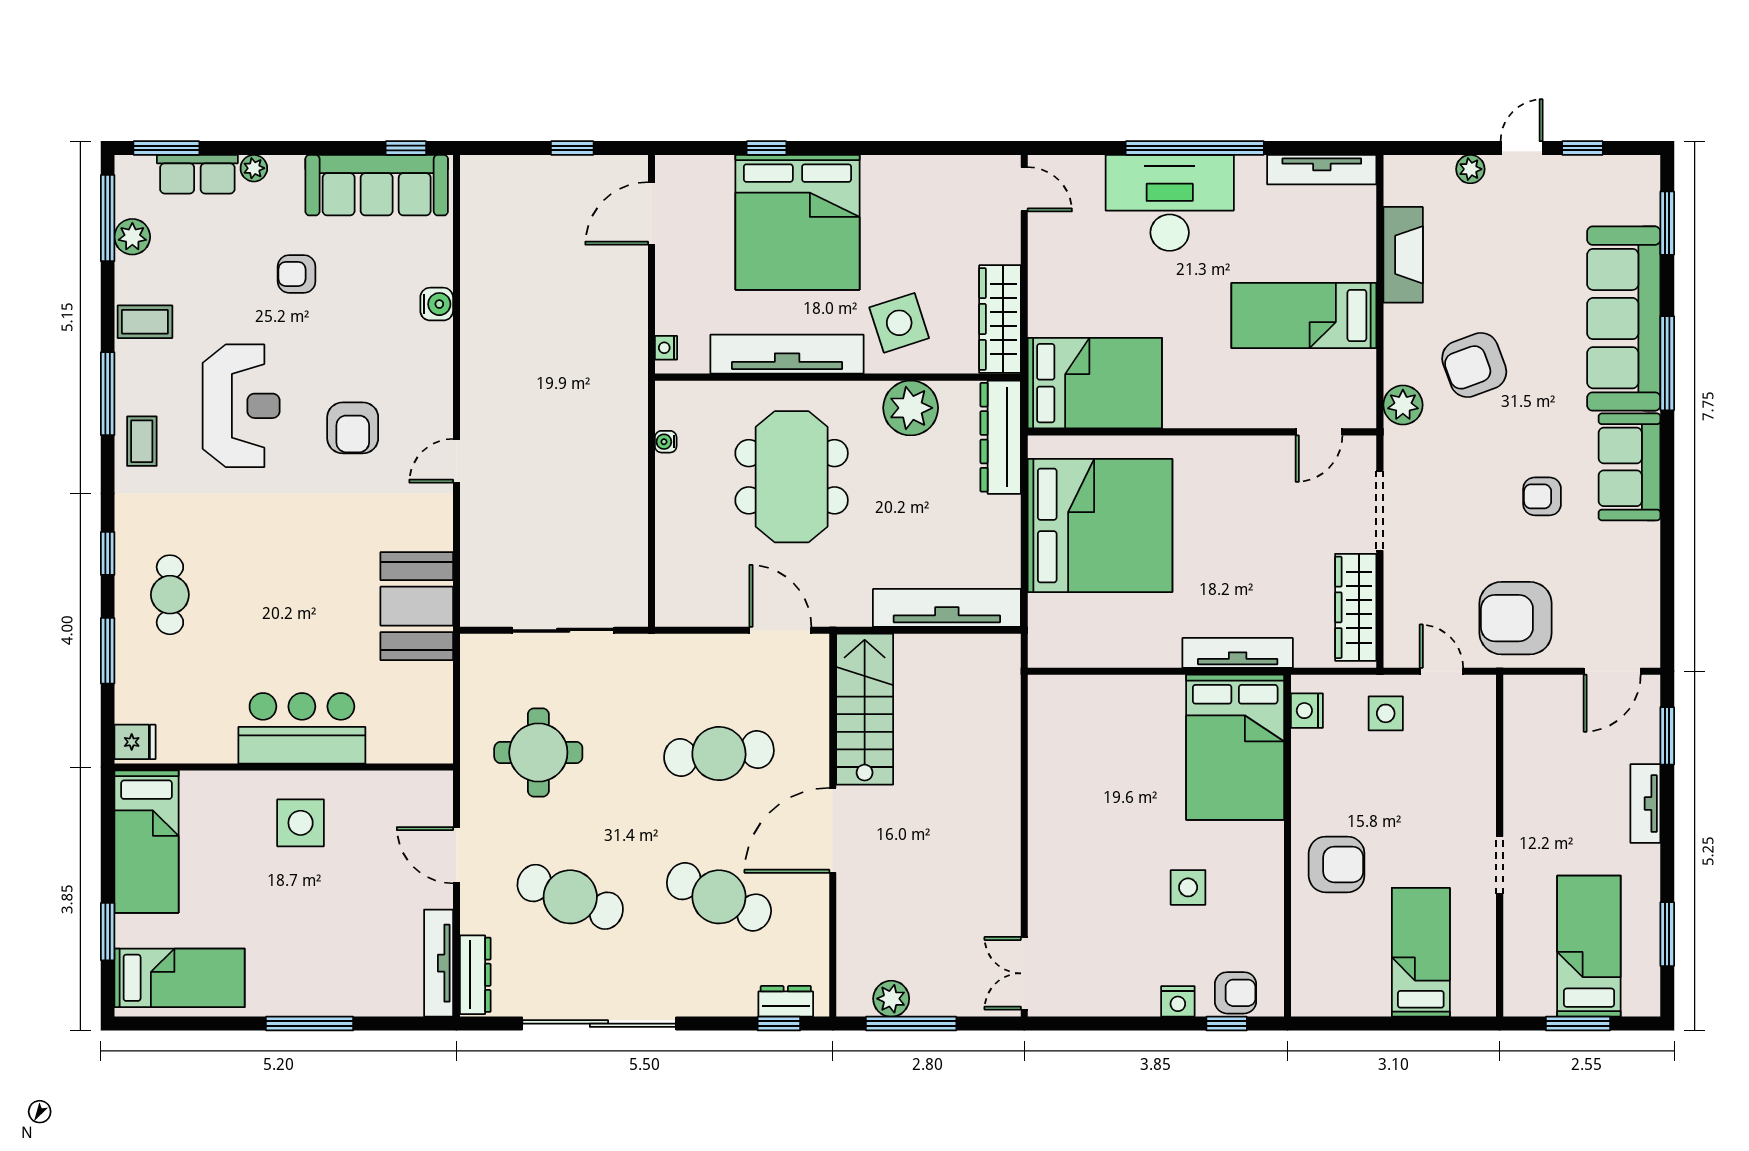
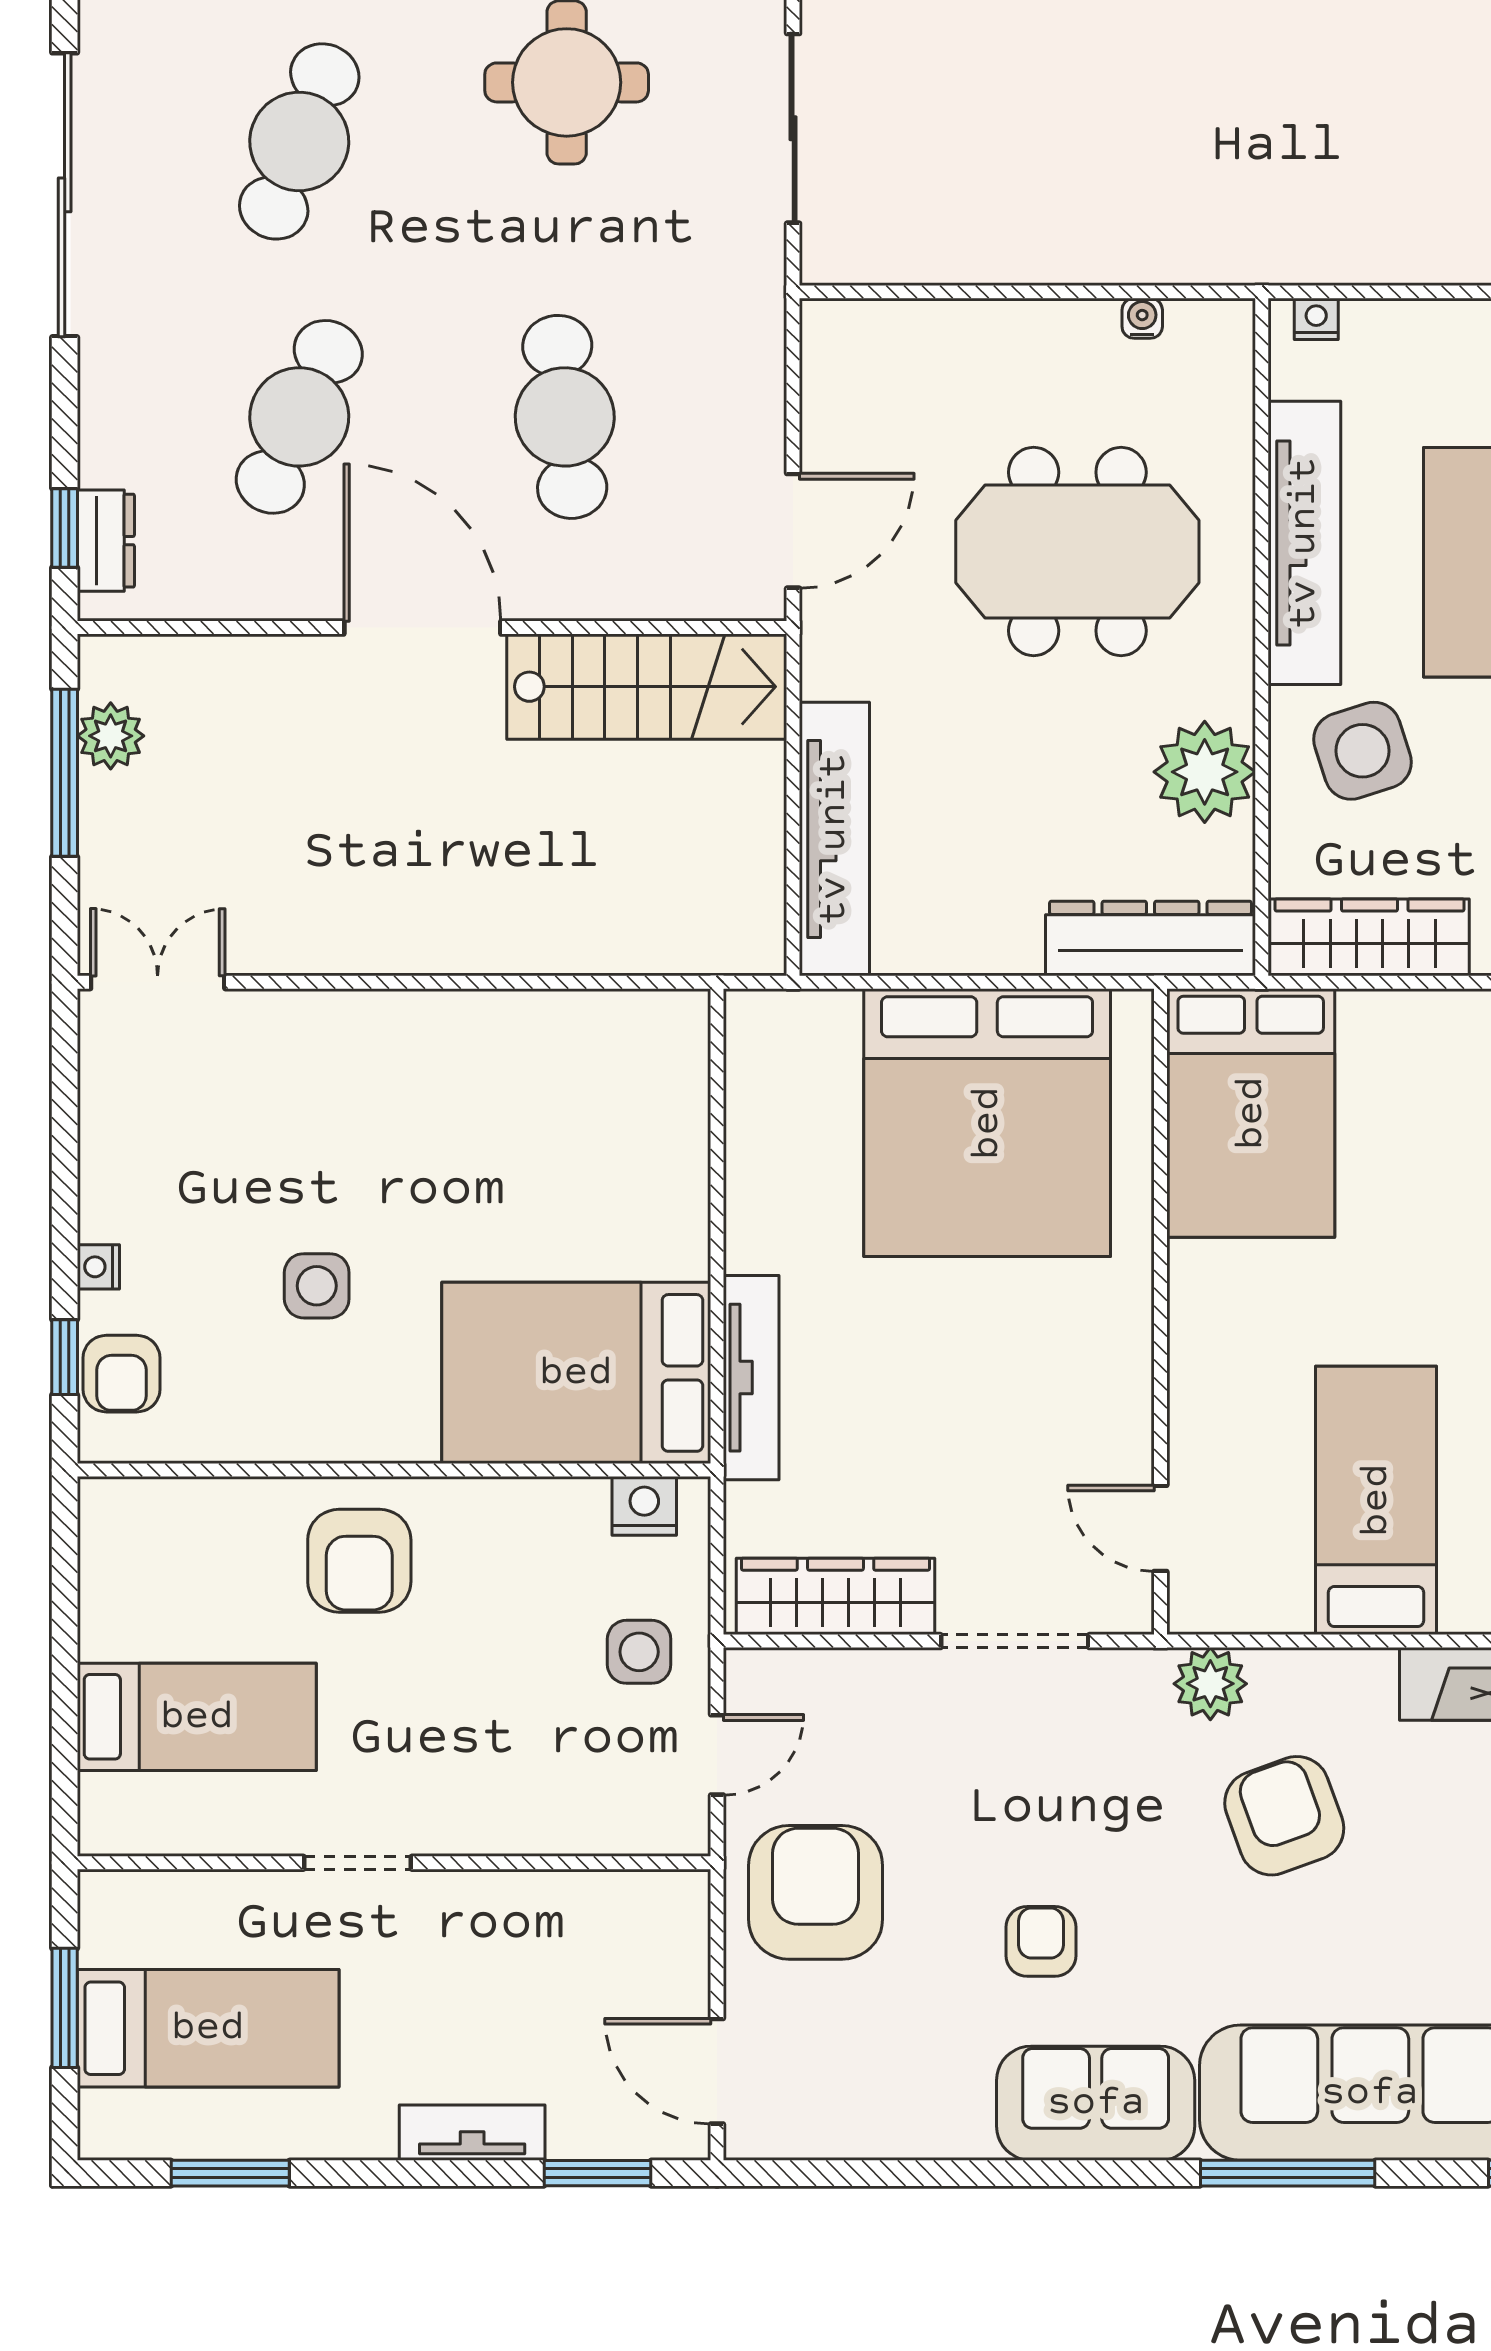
nightstand: (1178, 1001) -> (98, 1267), width x0.72, depth x0.74

